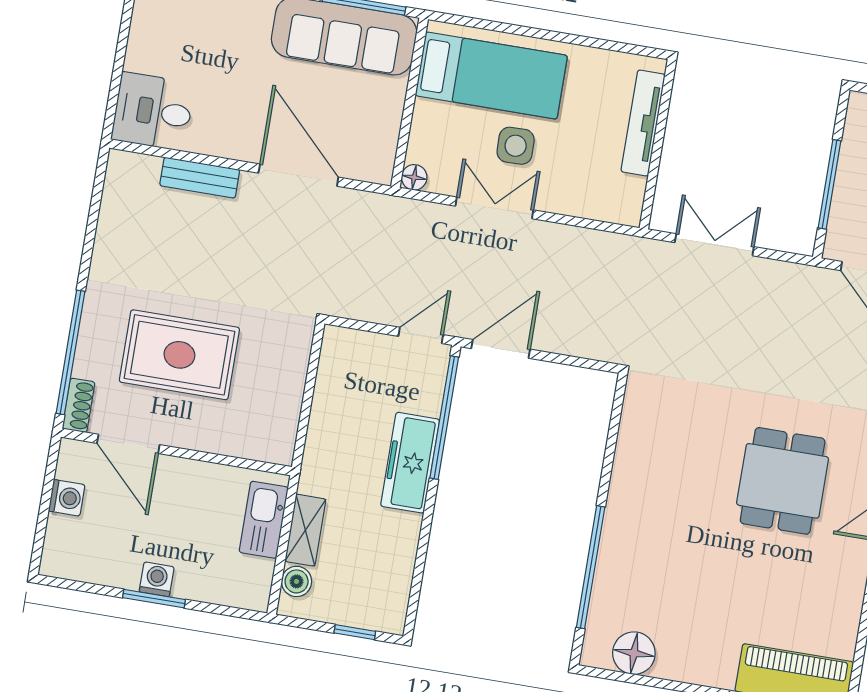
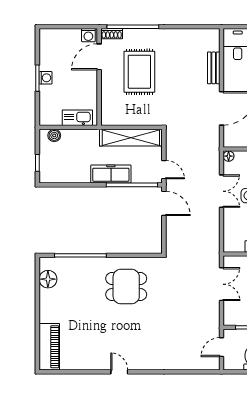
dining table: (783, 481) -> (126, 287), moved
washing machine: (67, 498) -> (88, 35), moved
shelving: (305, 530) -> (131, 138), moved, width x2.20, depth x1.33

